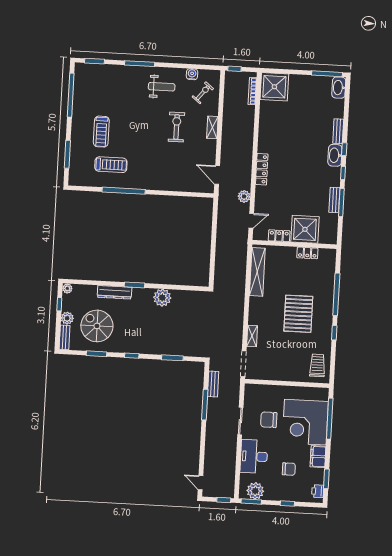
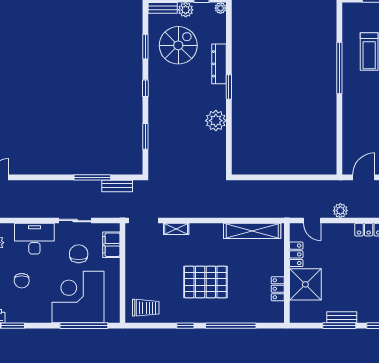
filing cabinet: (318, 457) -> (111, 245), moved, turned -90

